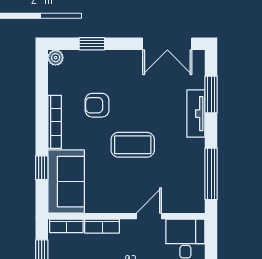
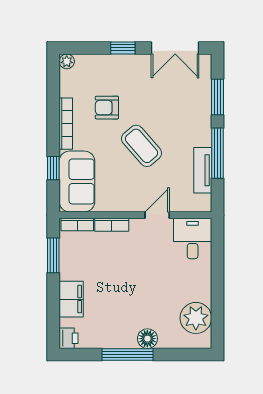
window: (92, 44) -> (123, 48), moved
tv unit: (196, 114) -> (203, 170), moved
coffee table: (133, 145) -> (142, 146), turned 49
window: (211, 174) -> (217, 153), moved

